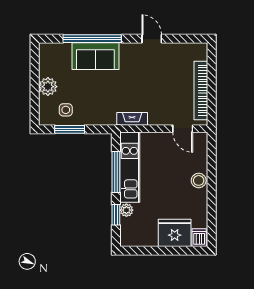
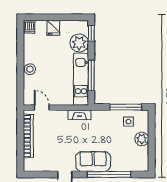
sofa: (95, 56) -> (93, 161), moved
window: (70, 129) -> (126, 107), width x1.44
plant: (126, 210) -> (79, 43), width x1.87, depth x1.87
window: (116, 215) -> (91, 33), moved
fridge: (175, 233) -> (53, 28), width x0.53, depth x0.75

